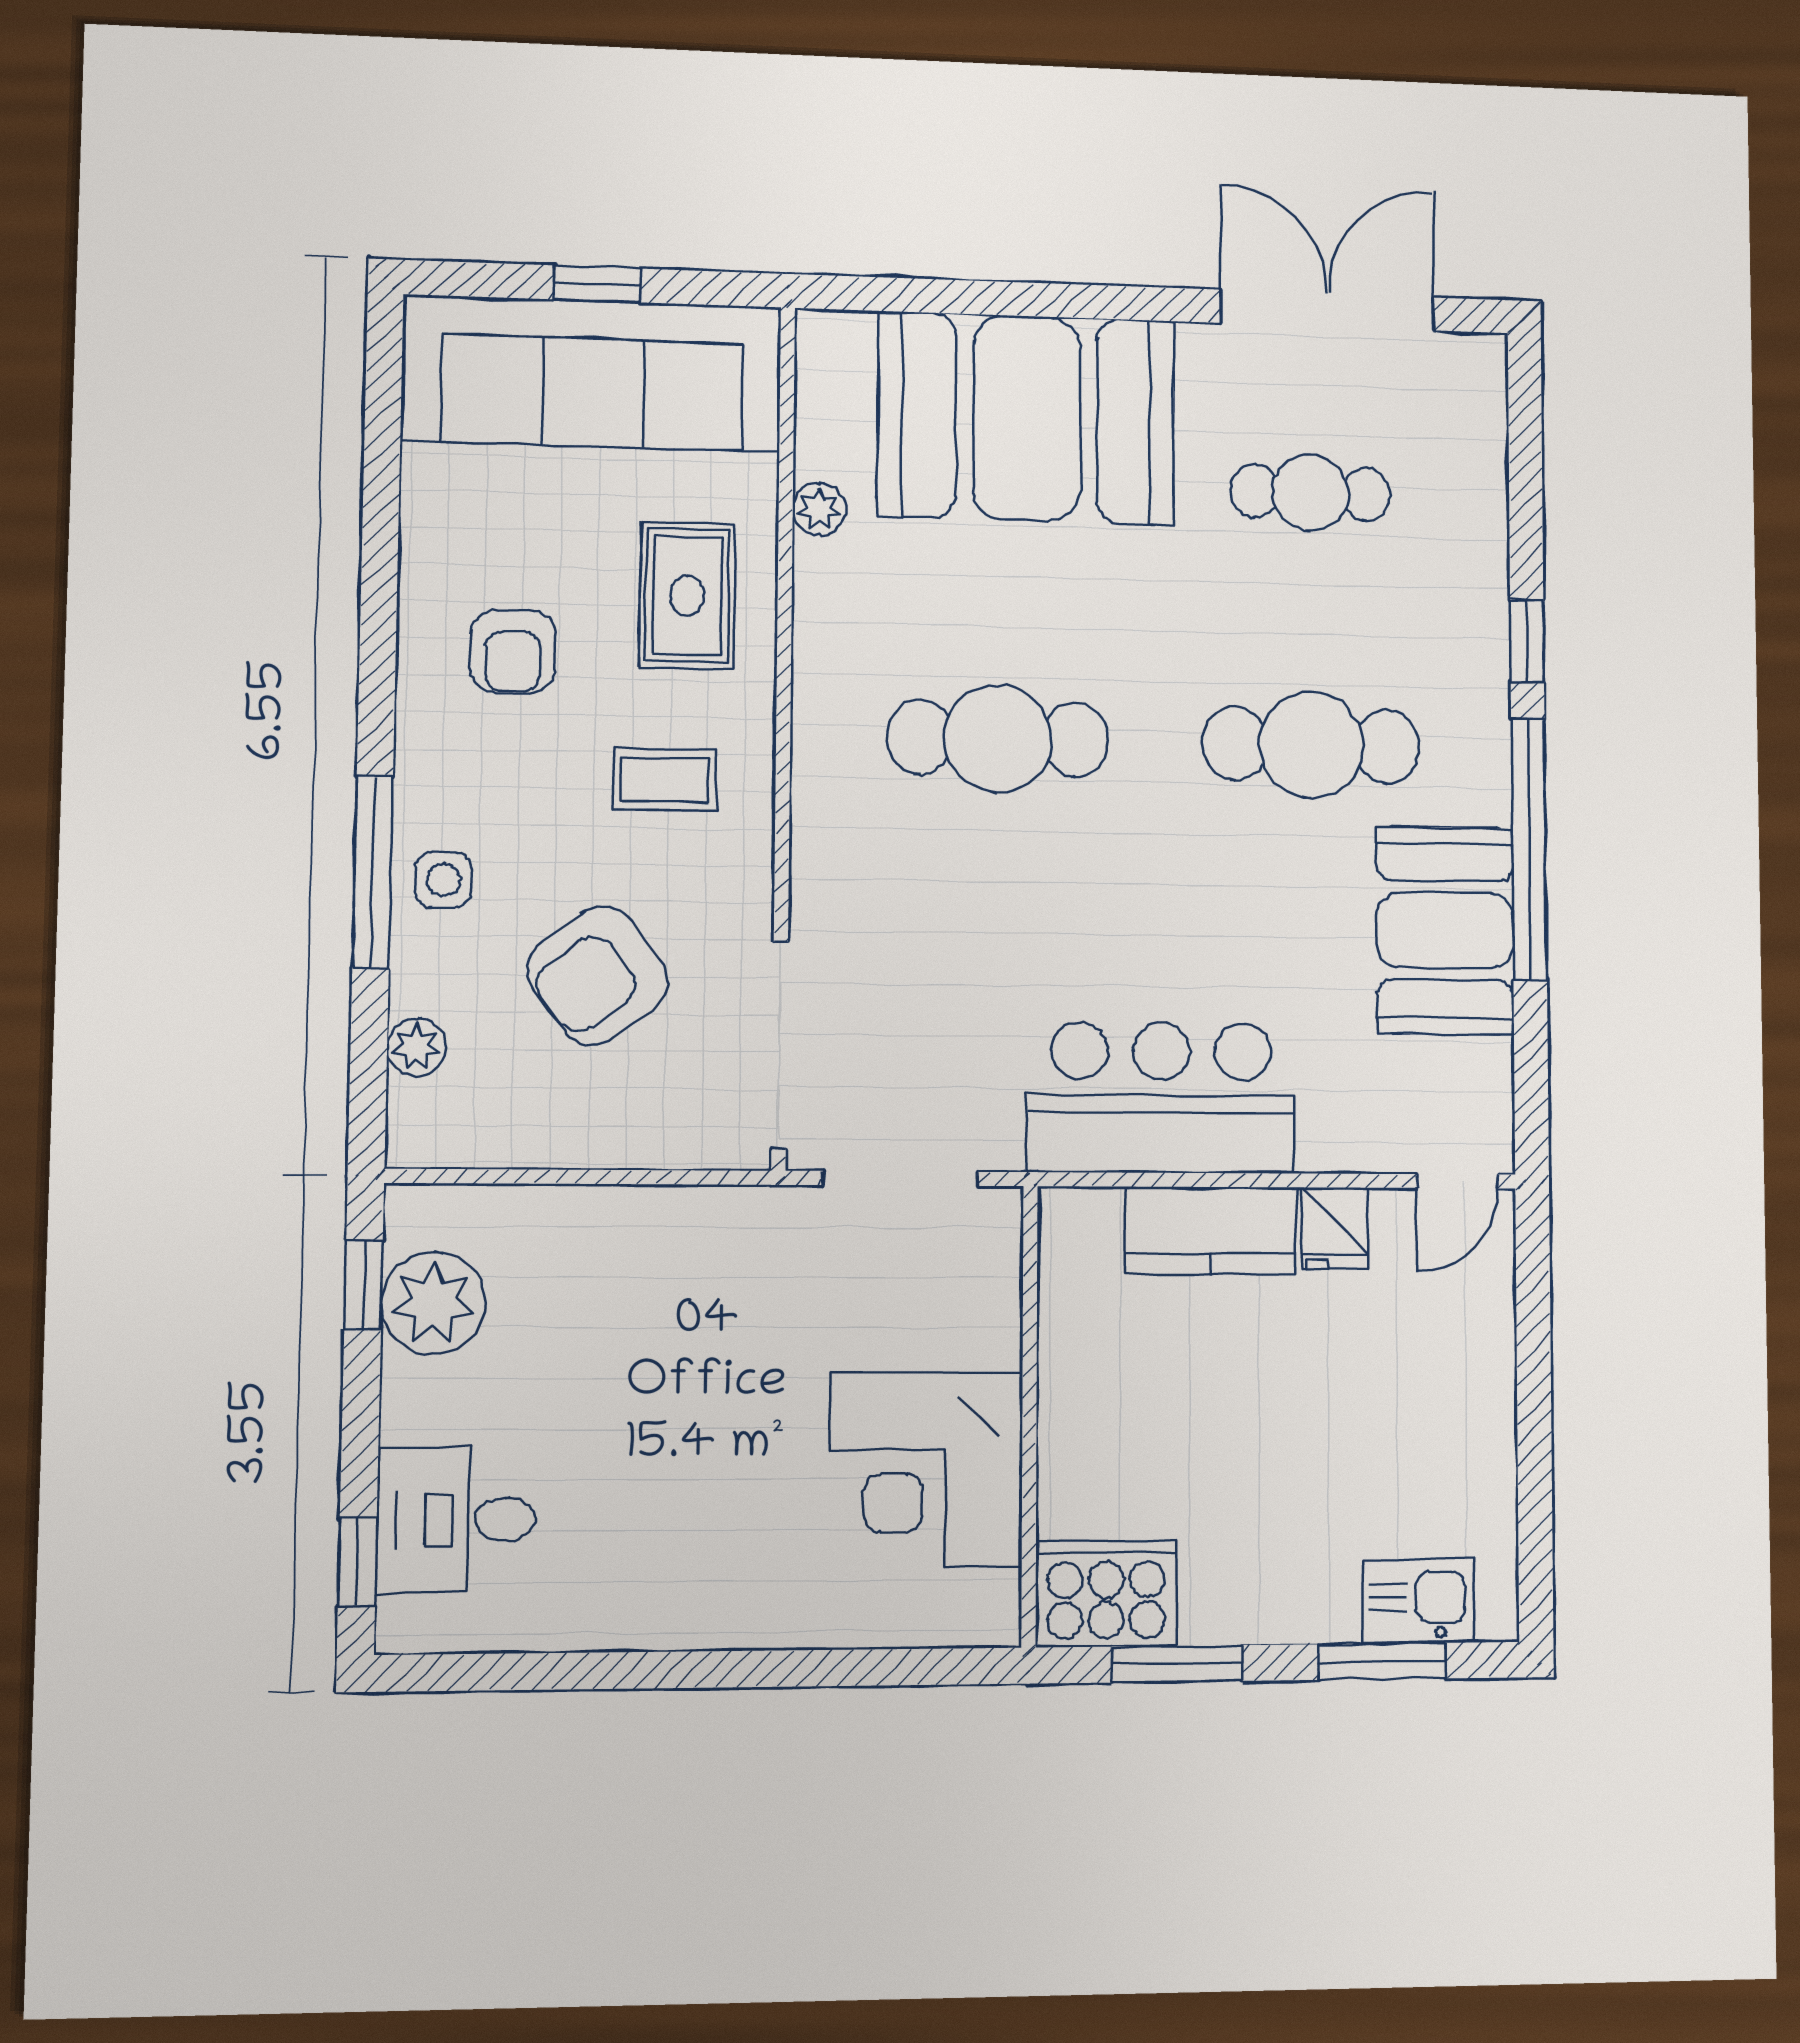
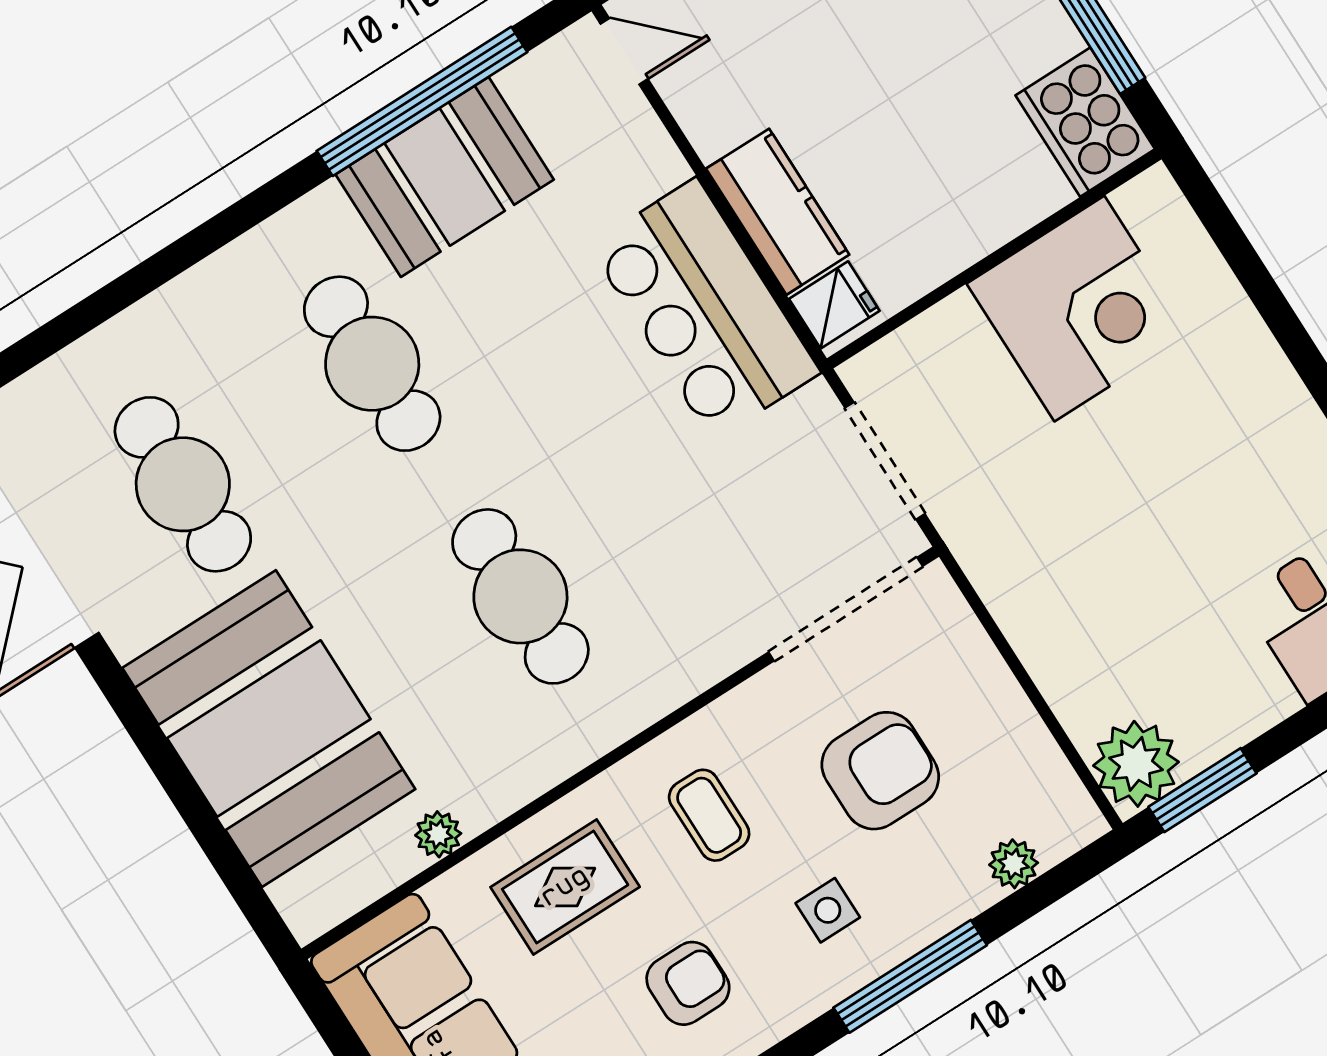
cafe table: (1310, 493) -> (183, 484), width x1.37, depth x1.35
window: (1527, 641) -> (186, 252), removed
window: (1529, 849) -> (422, 101), moved
side table: (444, 880) -> (828, 910), moved
armchair: (597, 975) -> (880, 771), turned -53
fridge: (1335, 1228) -> (834, 305), moved
window: (364, 1285) -> (1202, 790), width x1.50
plant: (433, 1303) -> (1136, 764), moved

